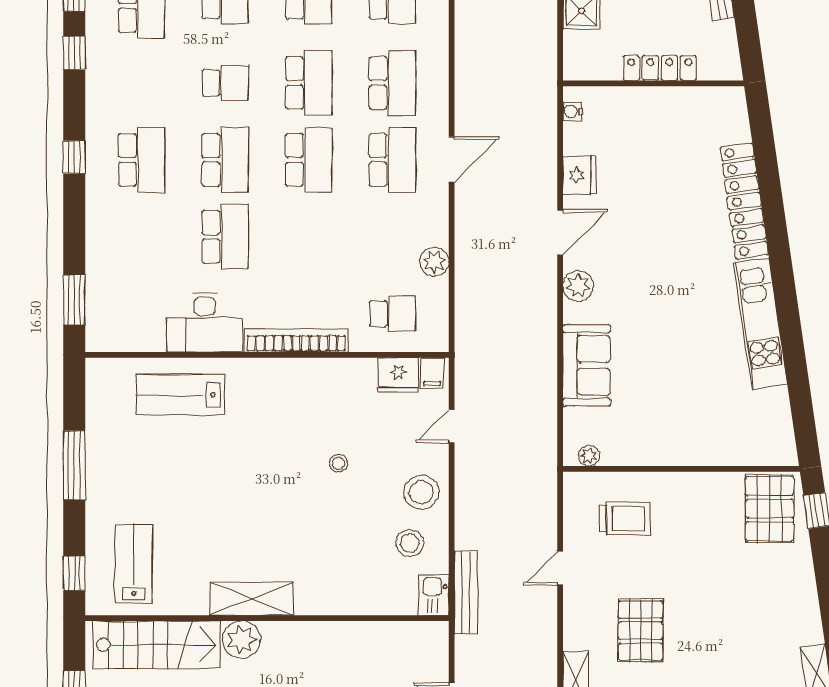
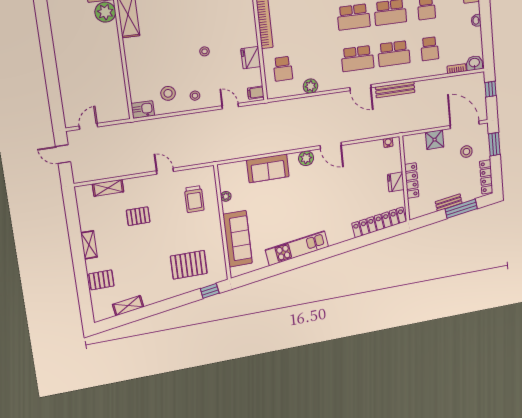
fridge: (579, 175) -> (396, 182), moved, turned 90
locker: (744, 201) -> (379, 222), moved
fridge: (398, 375) -> (251, 58), moved
sofa: (720, 443) -> (238, 239), added
plant: (589, 456) -> (226, 196), moved
stool: (421, 492) -> (195, 96), width x0.53, depth x0.53
pallet: (770, 509) -> (189, 265), moved
bench: (466, 593) -> (395, 90), moved
pallet: (641, 631) -> (138, 216), width x0.67, depth x0.71

